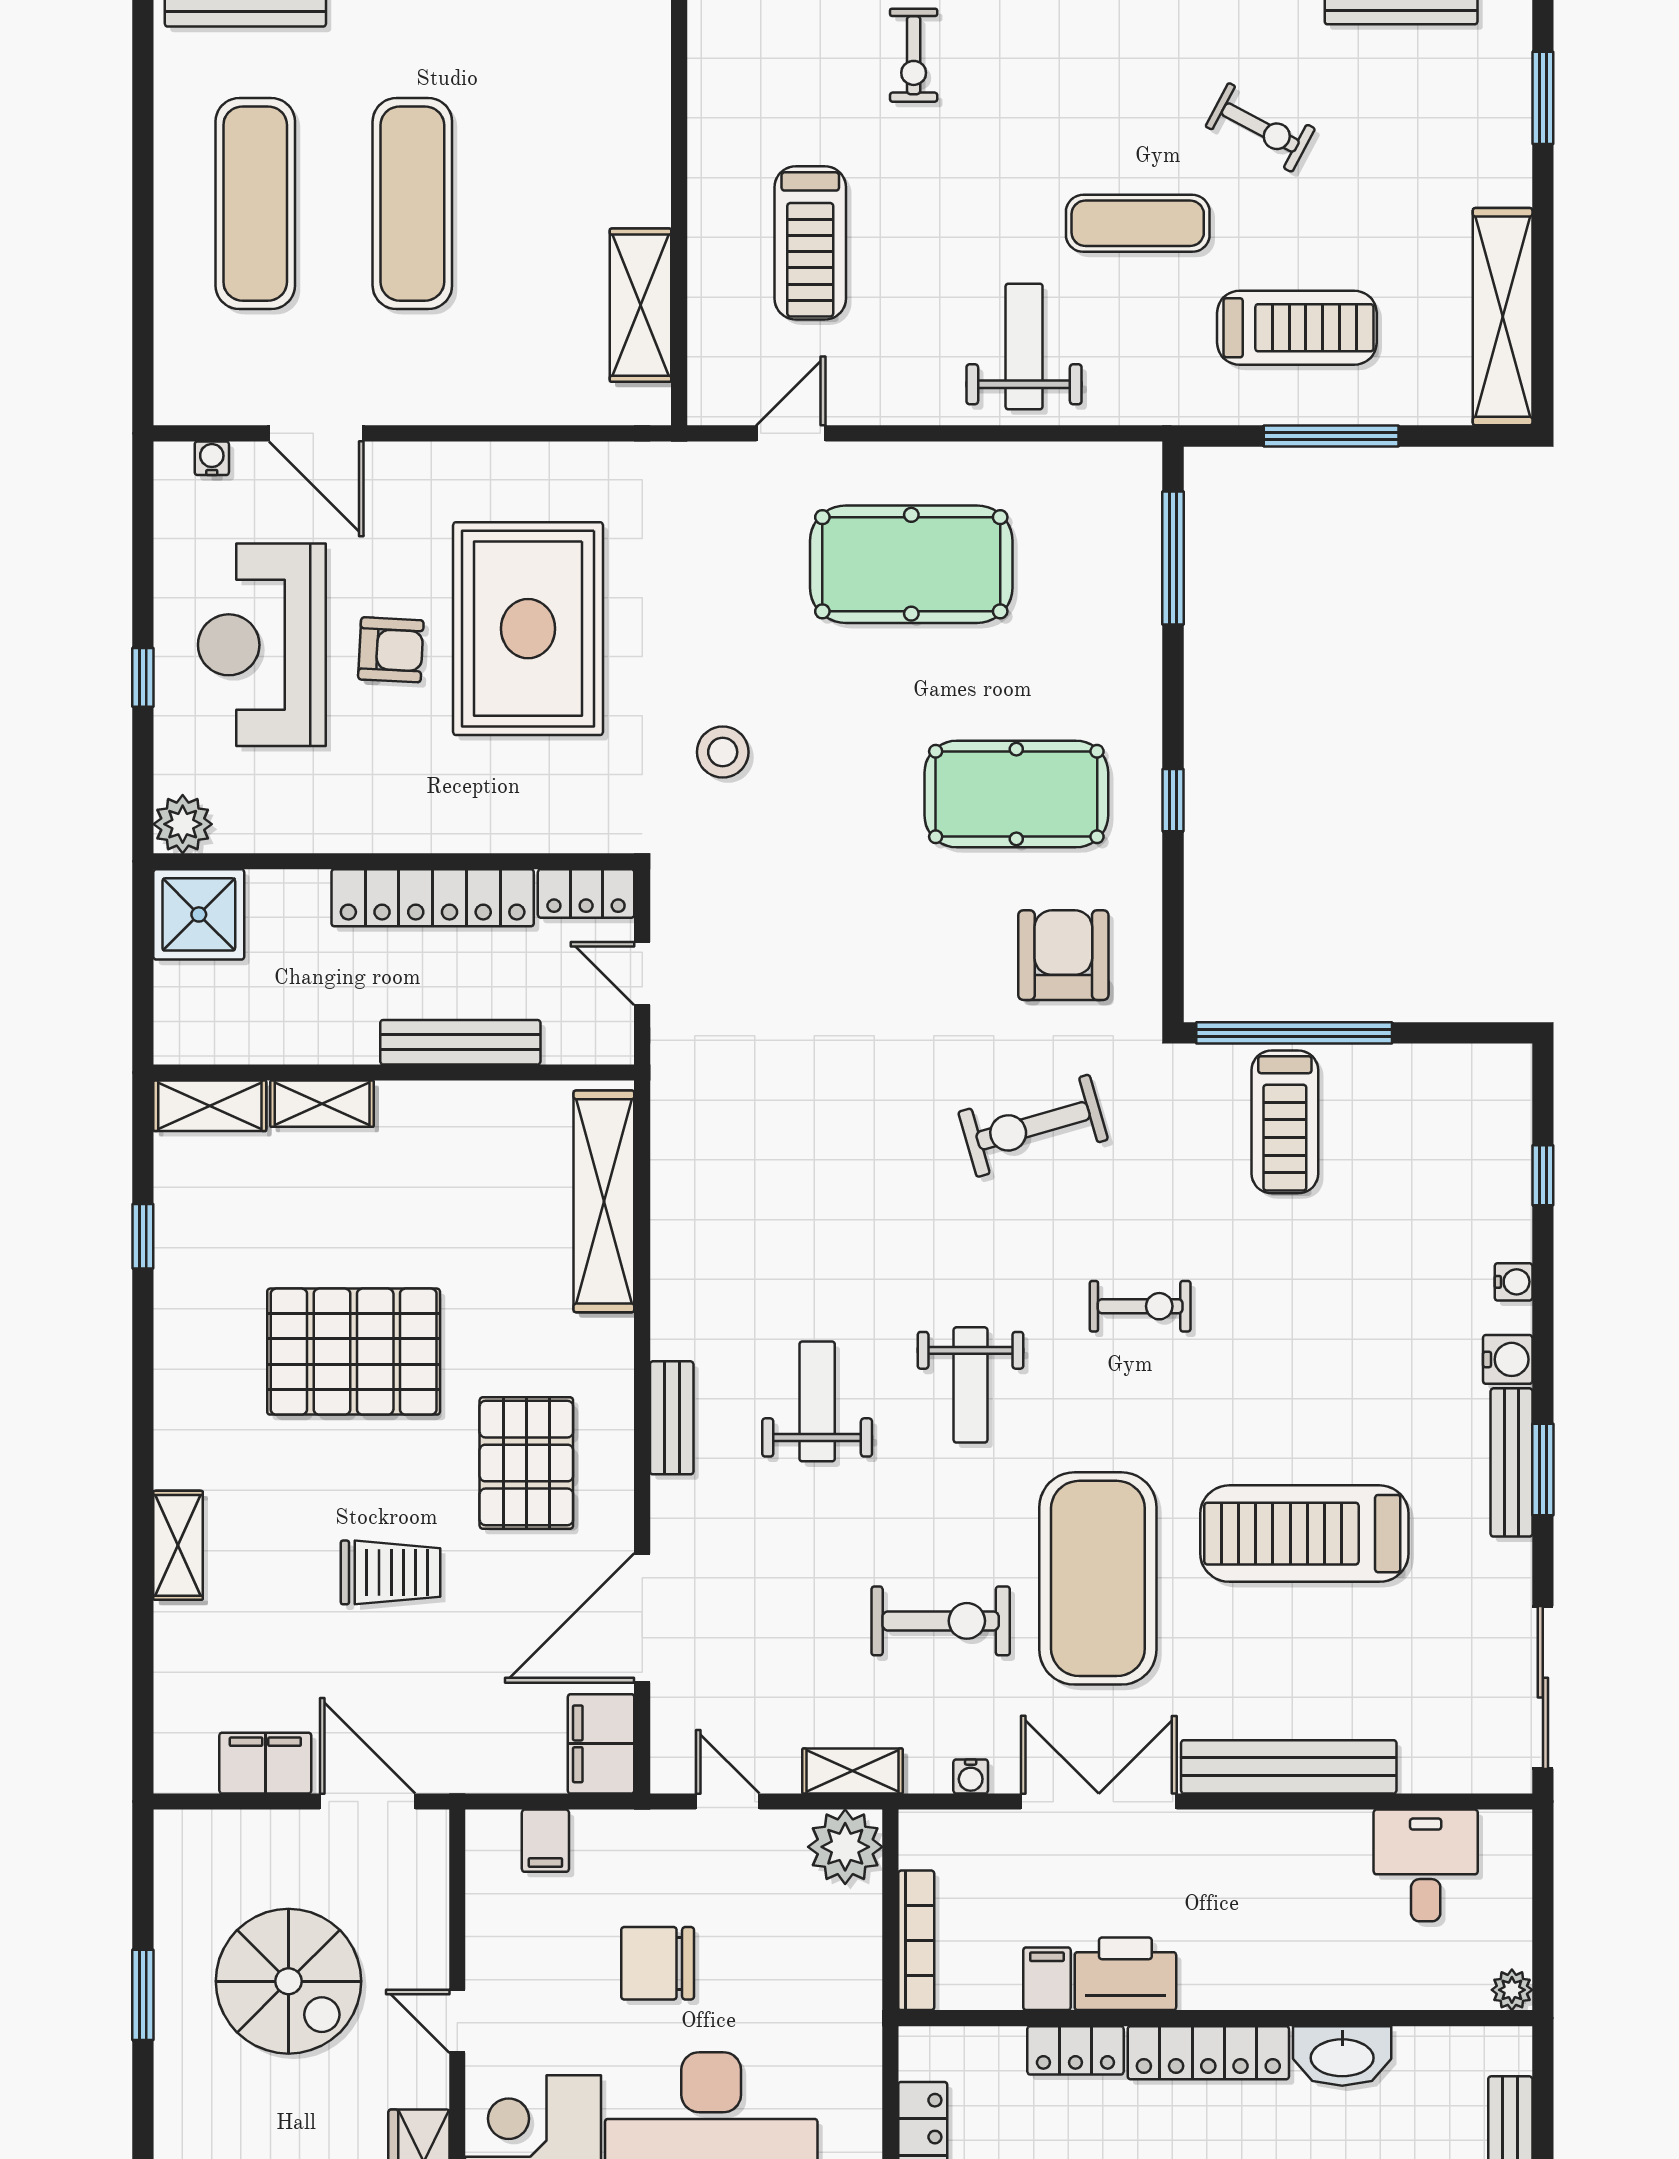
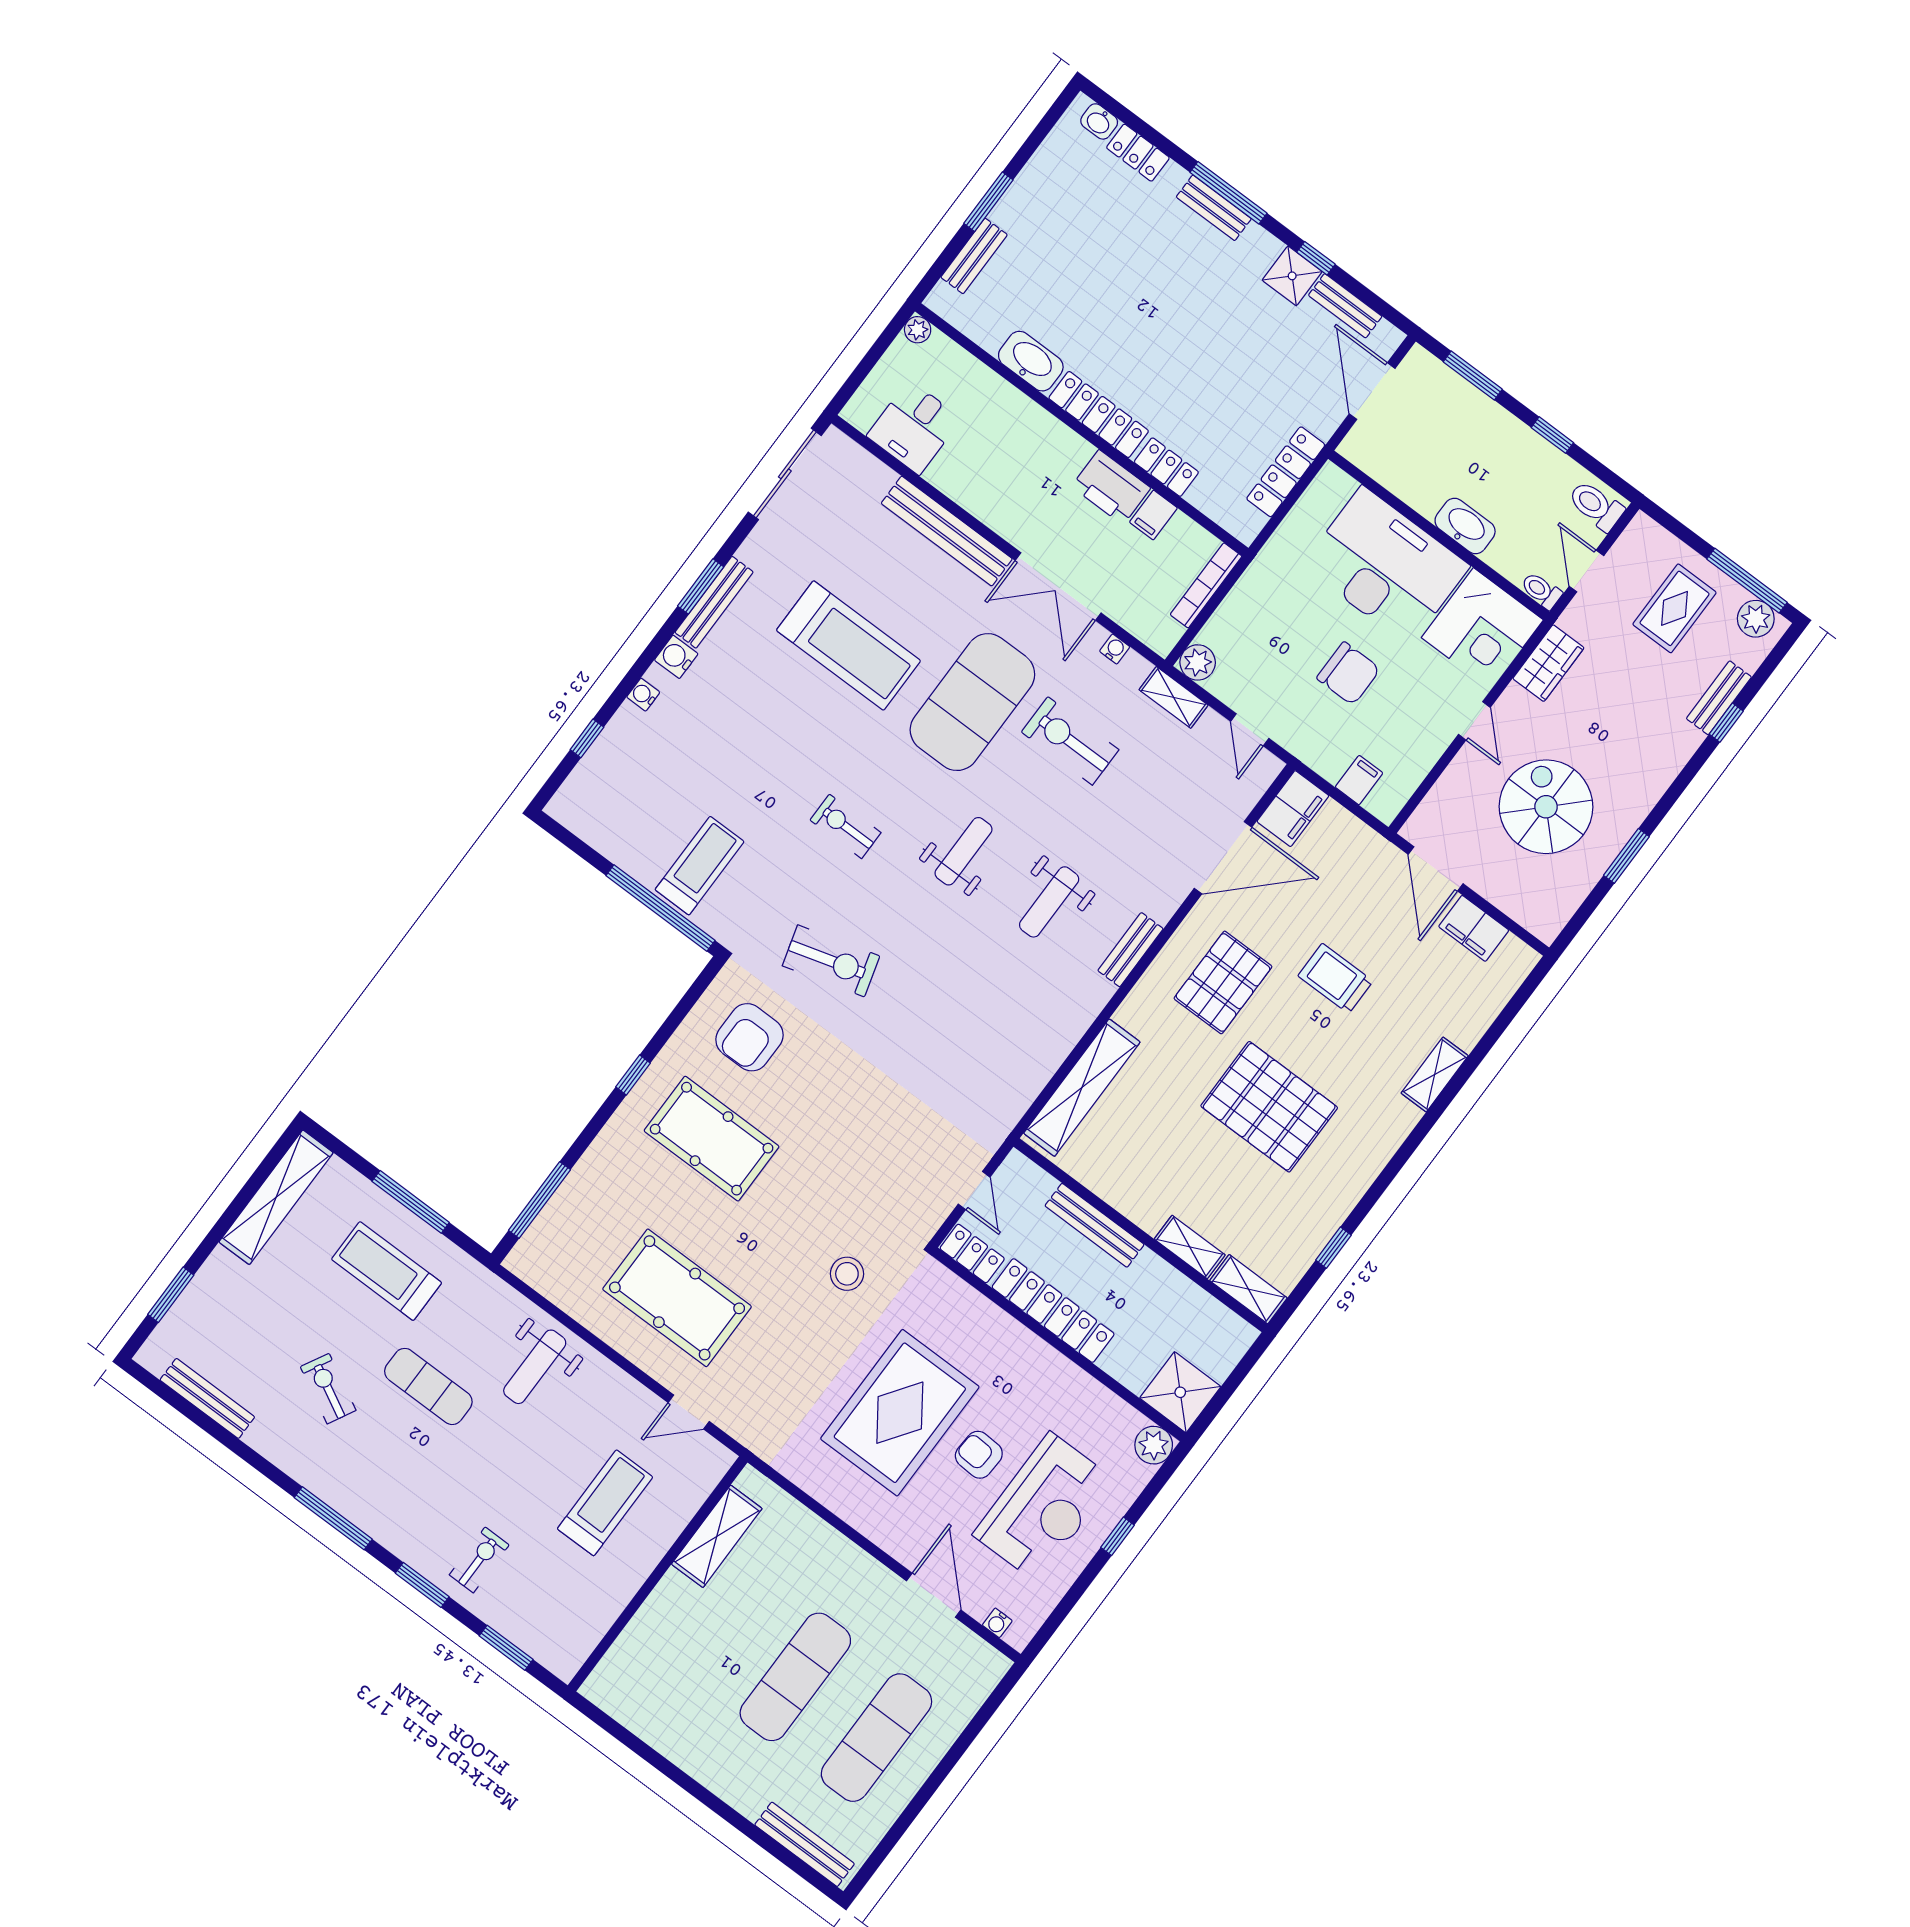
plant: (845, 1847) -> (1198, 662), width x0.73, depth x0.73

